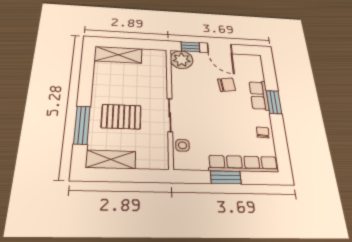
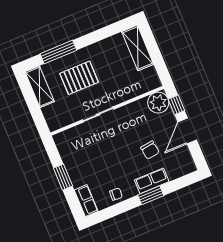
pallet: (121, 117) -> (79, 78), turned 90
side table: (182, 145) -> (75, 135), removed
row of seats: (243, 164) -> (86, 201), width x0.50

